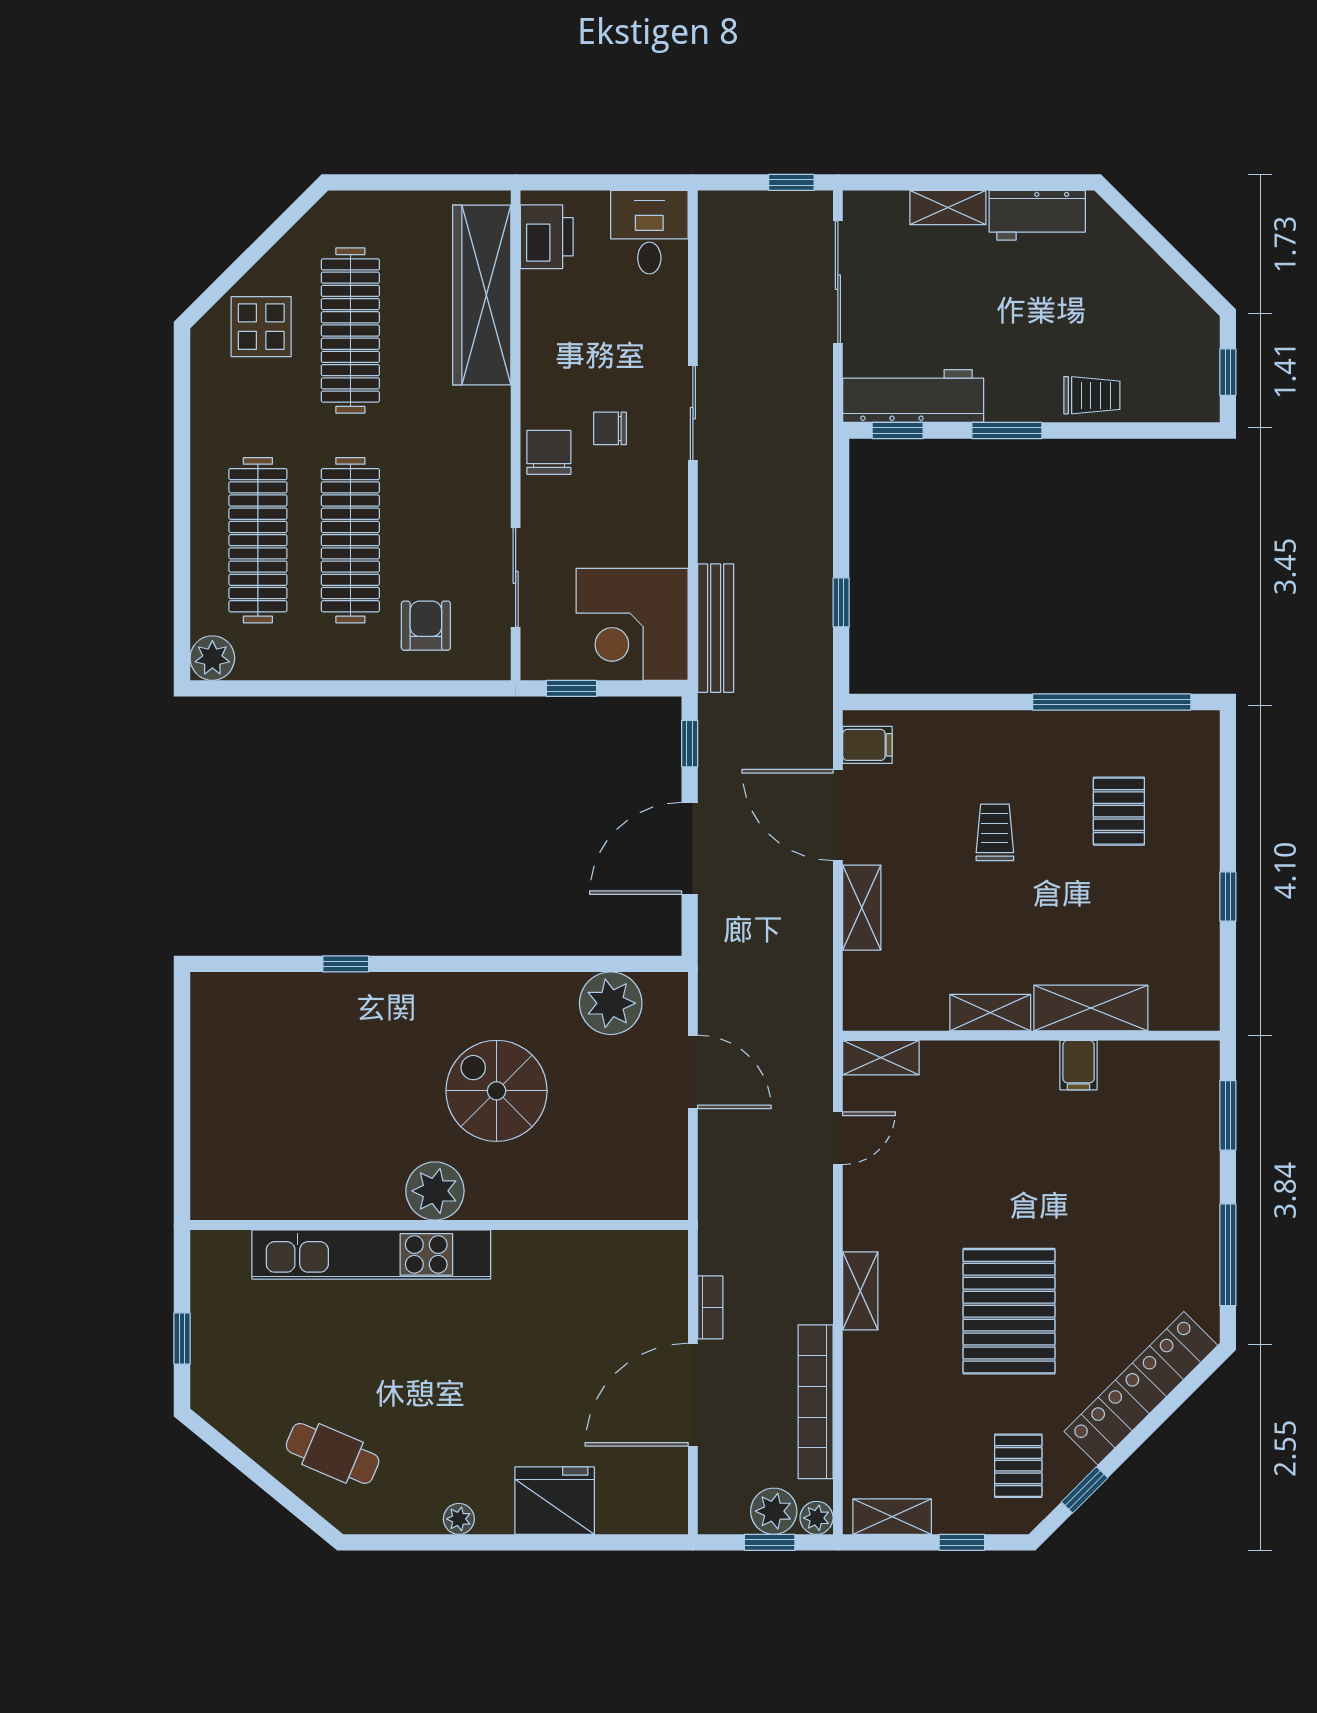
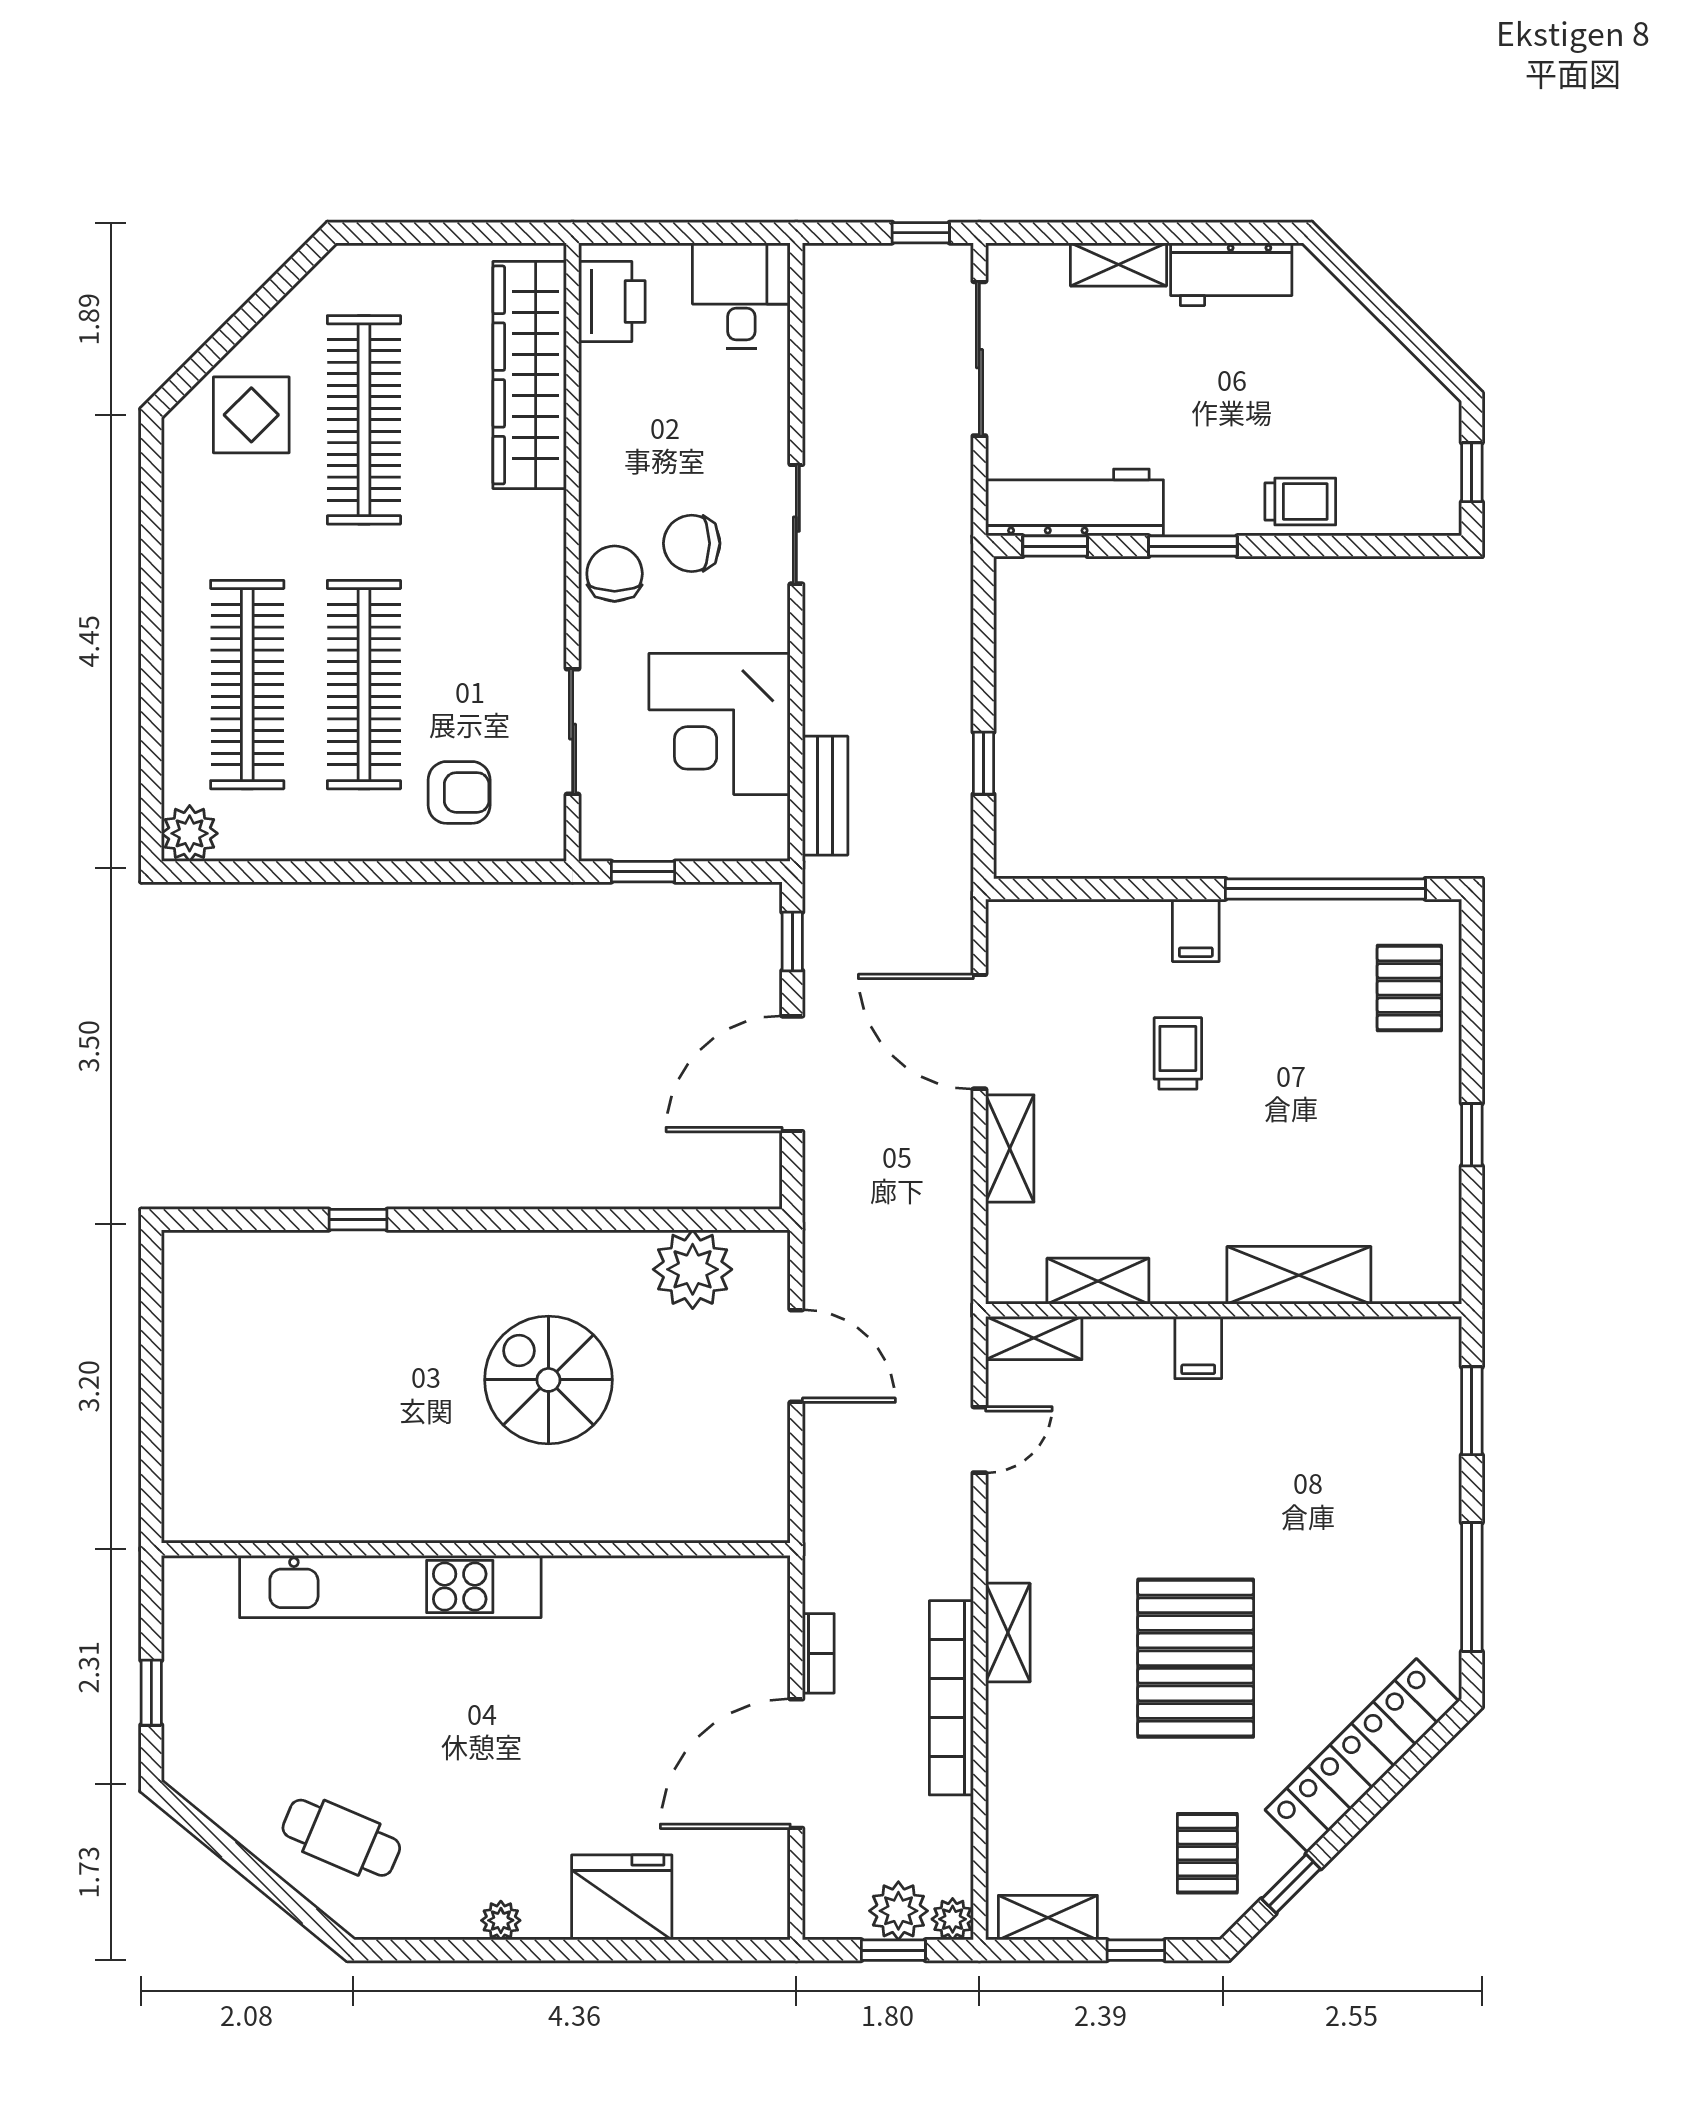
chair: (610, 428) -> (692, 543), width x1.37, depth x1.37
corner desk: (632, 624) -> (720, 724), moved
armchair: (426, 626) -> (459, 792), turned 90
bench: (716, 628) -> (825, 796), width x0.73
filing cabinet: (867, 745) -> (1196, 930), moved, turned 90
pallet: (1119, 811) -> (1409, 988), moved
shelving: (990, 1013) -> (1098, 1281), moved
filing cabinet: (1079, 1065) -> (1198, 1347), moved
plant: (435, 1191) -> (471, 1506), removed
bookcase: (816, 1402) -> (951, 1698), moved

